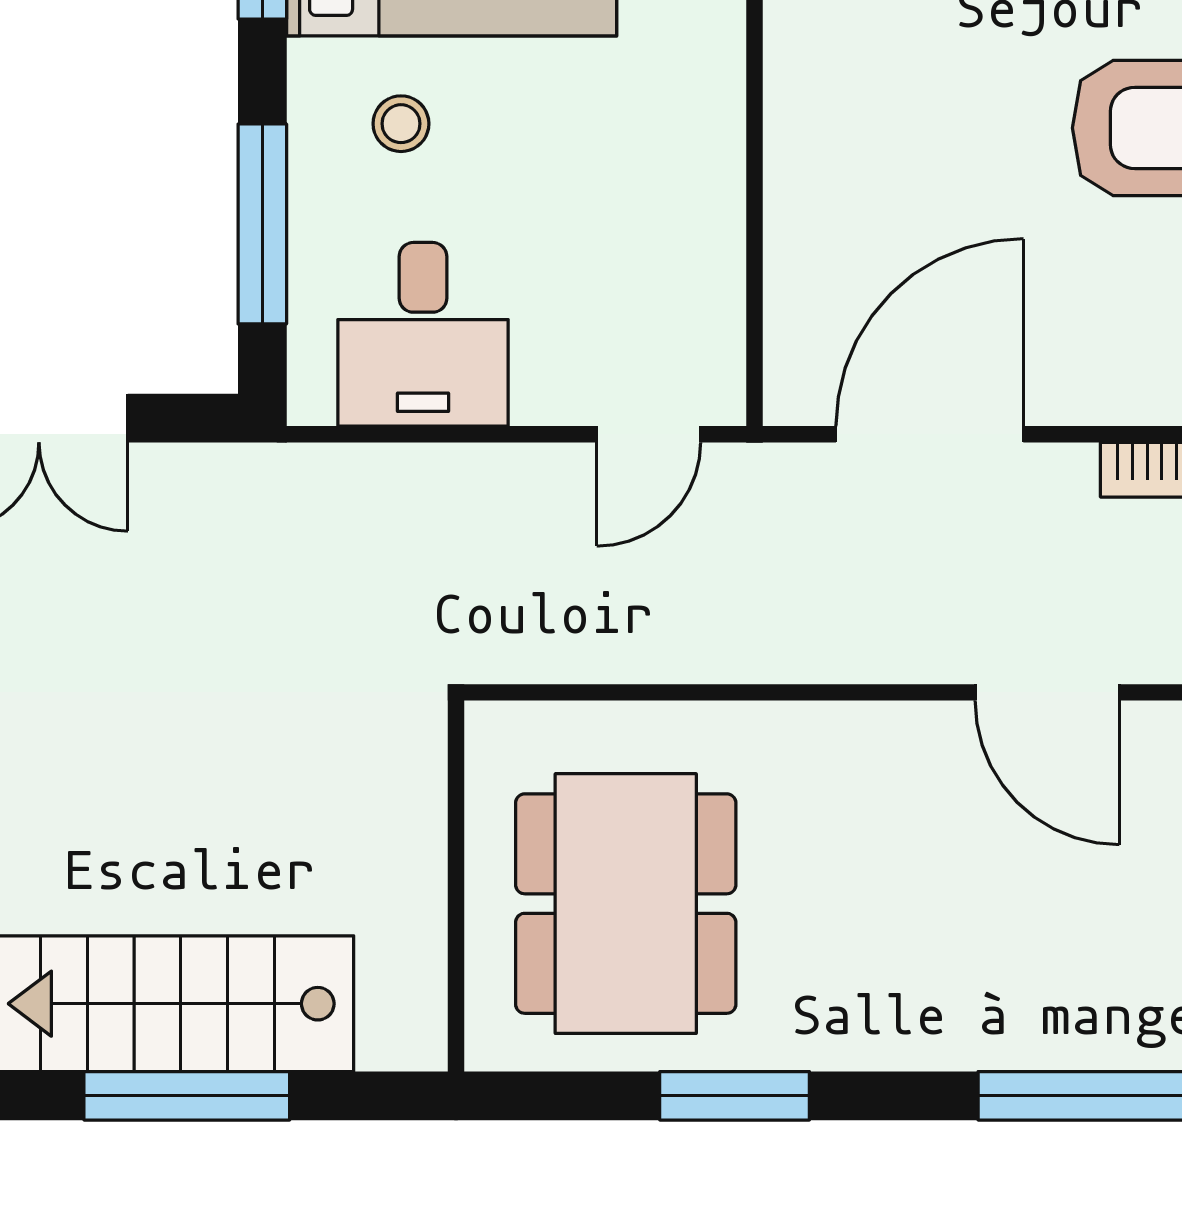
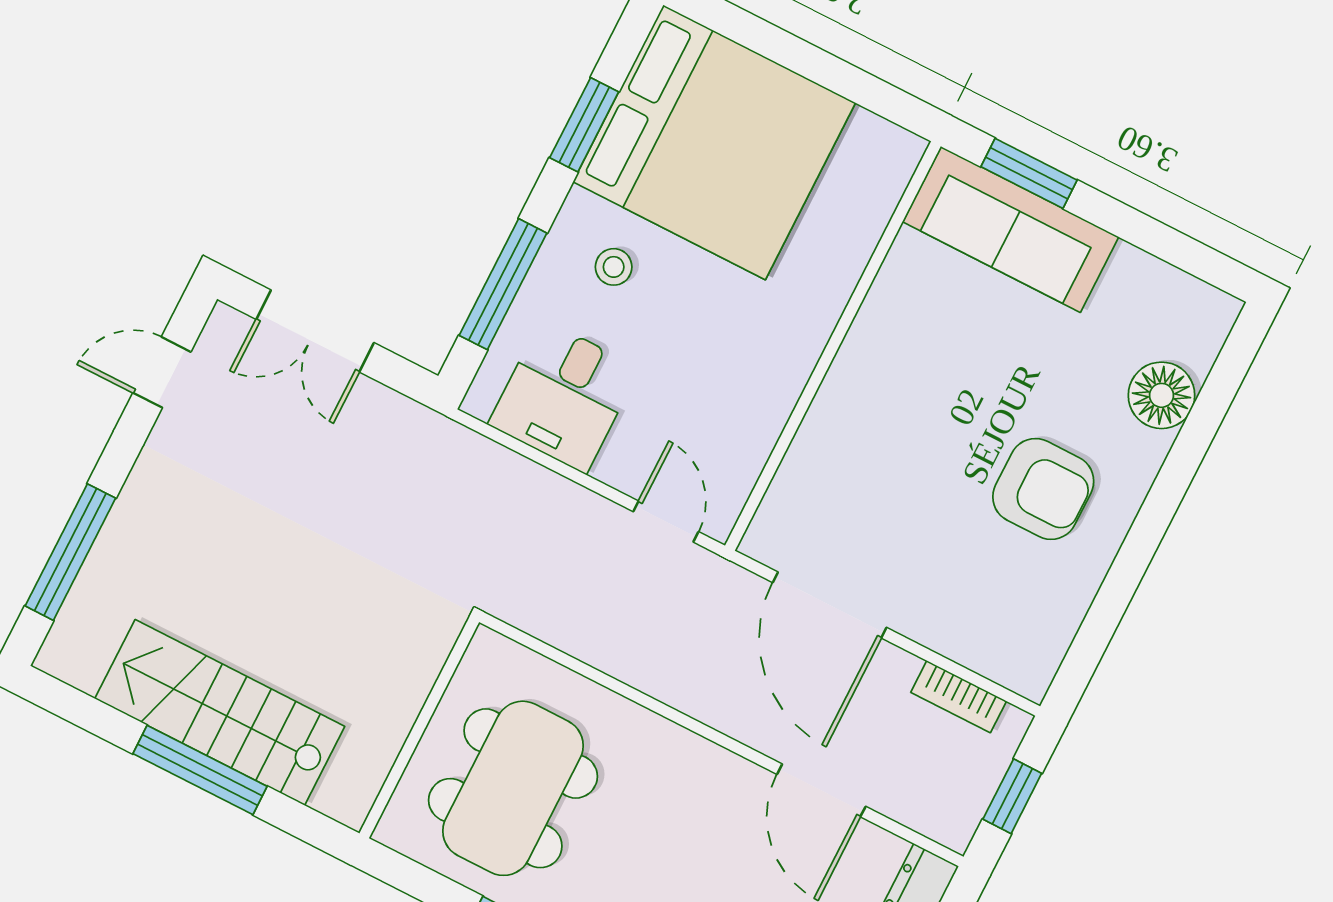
door: (649, 434) -> (666, 522), swing flipped
door: (930, 434) -> (830, 605), swing flipped

